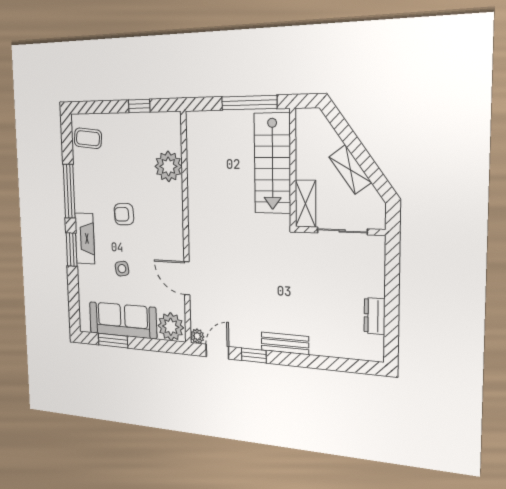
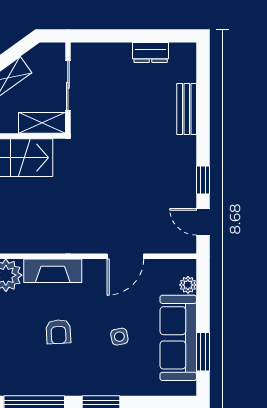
fireplace: (85, 238) -> (53, 271), moved, turned 180
plant: (171, 327) -> (188, 285), width x0.53, depth x0.53
plant: (197, 336) -> (188, 245), removed
bench: (285, 343) -> (187, 109), moved

